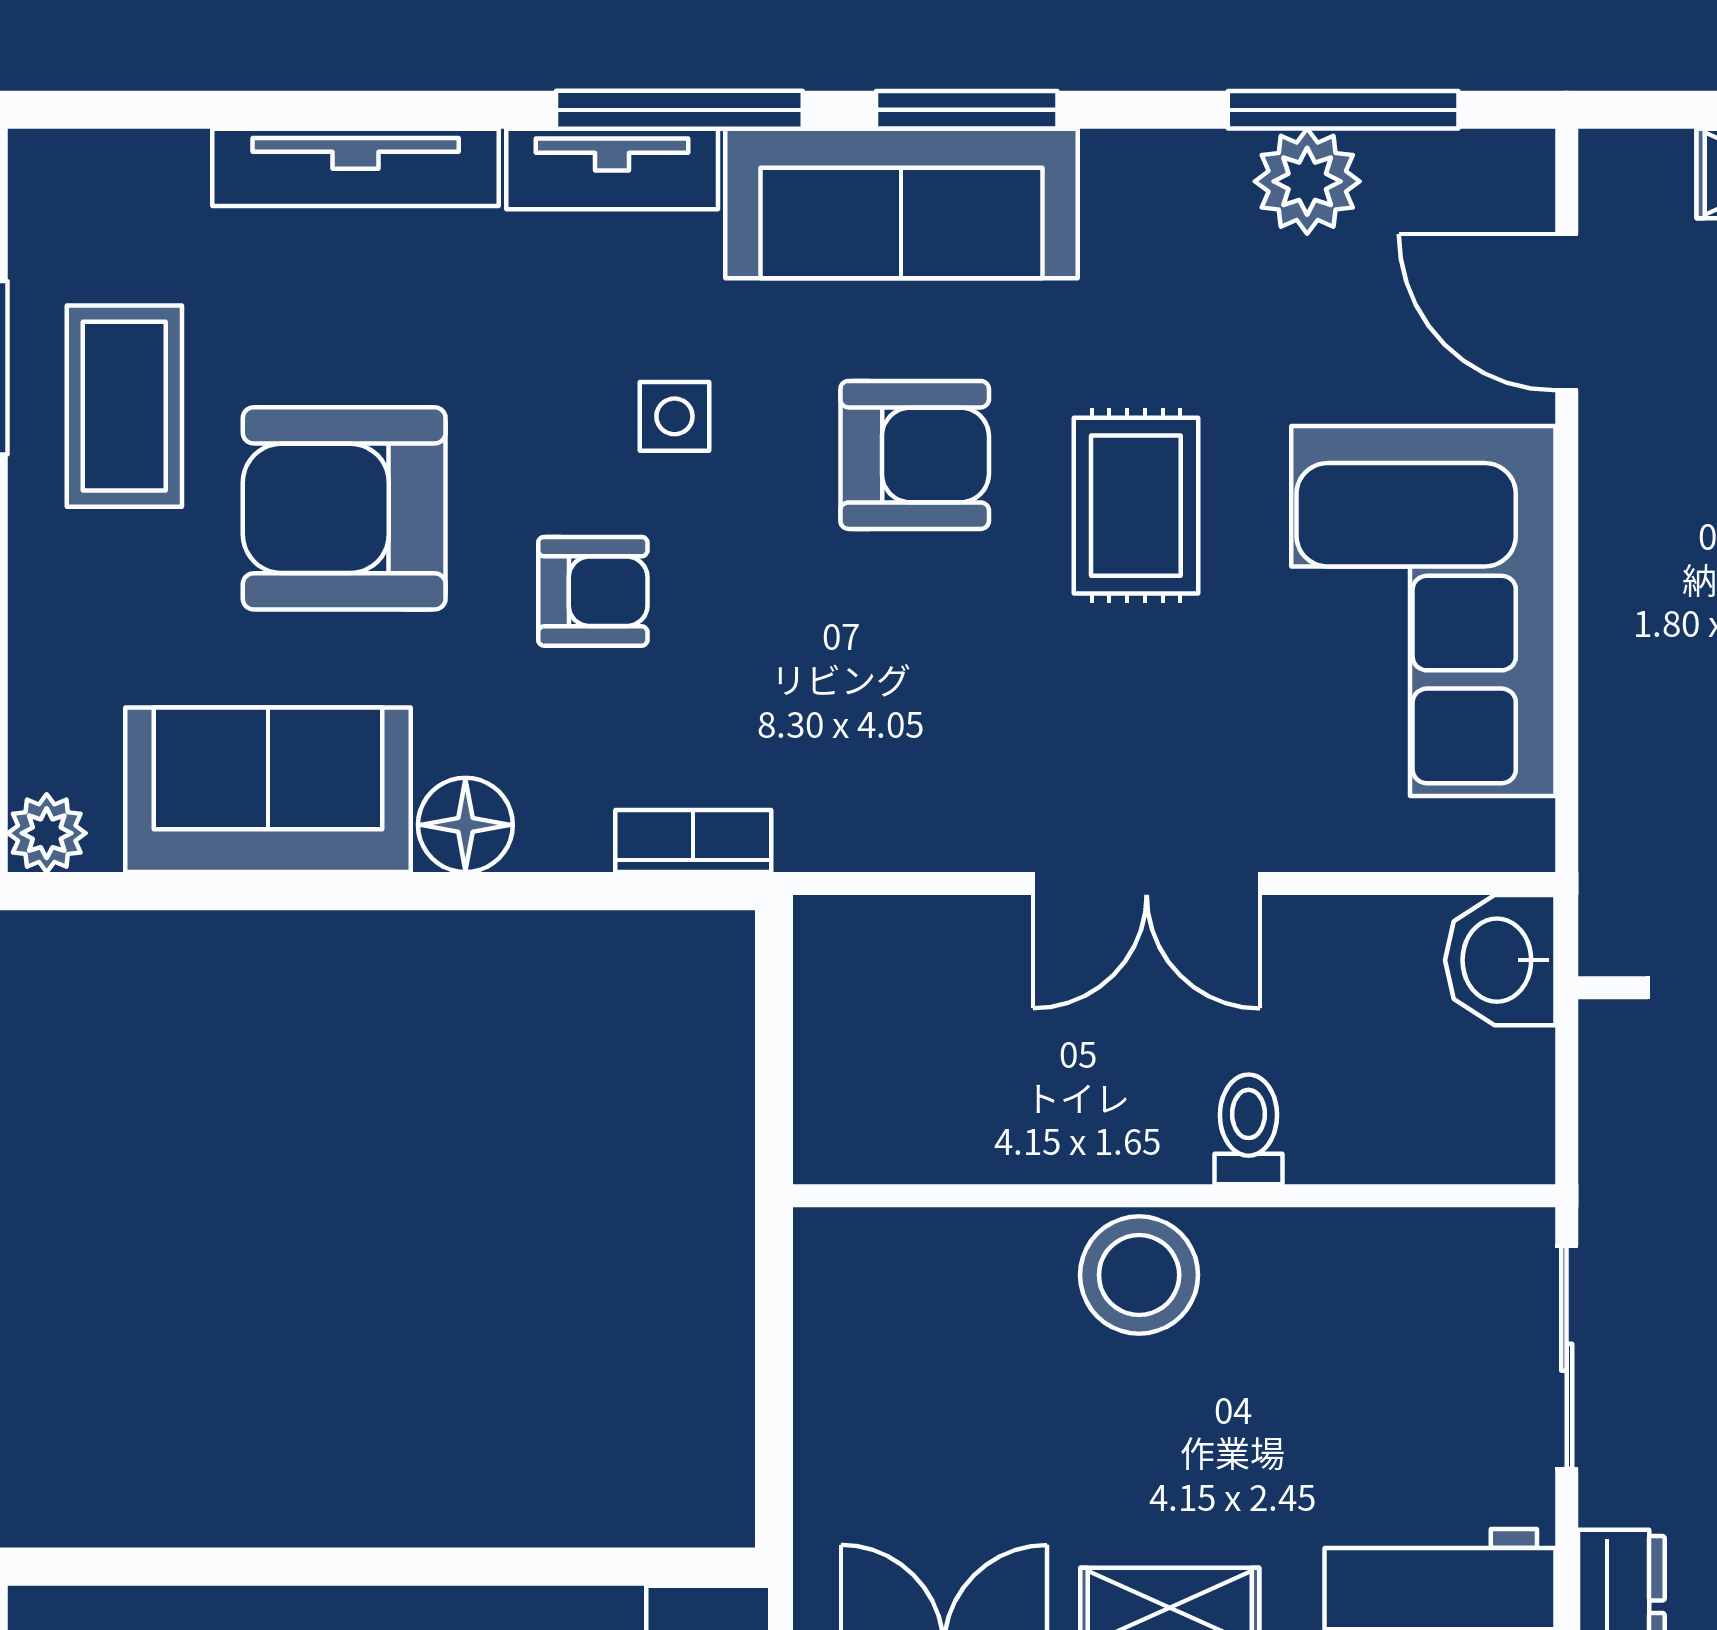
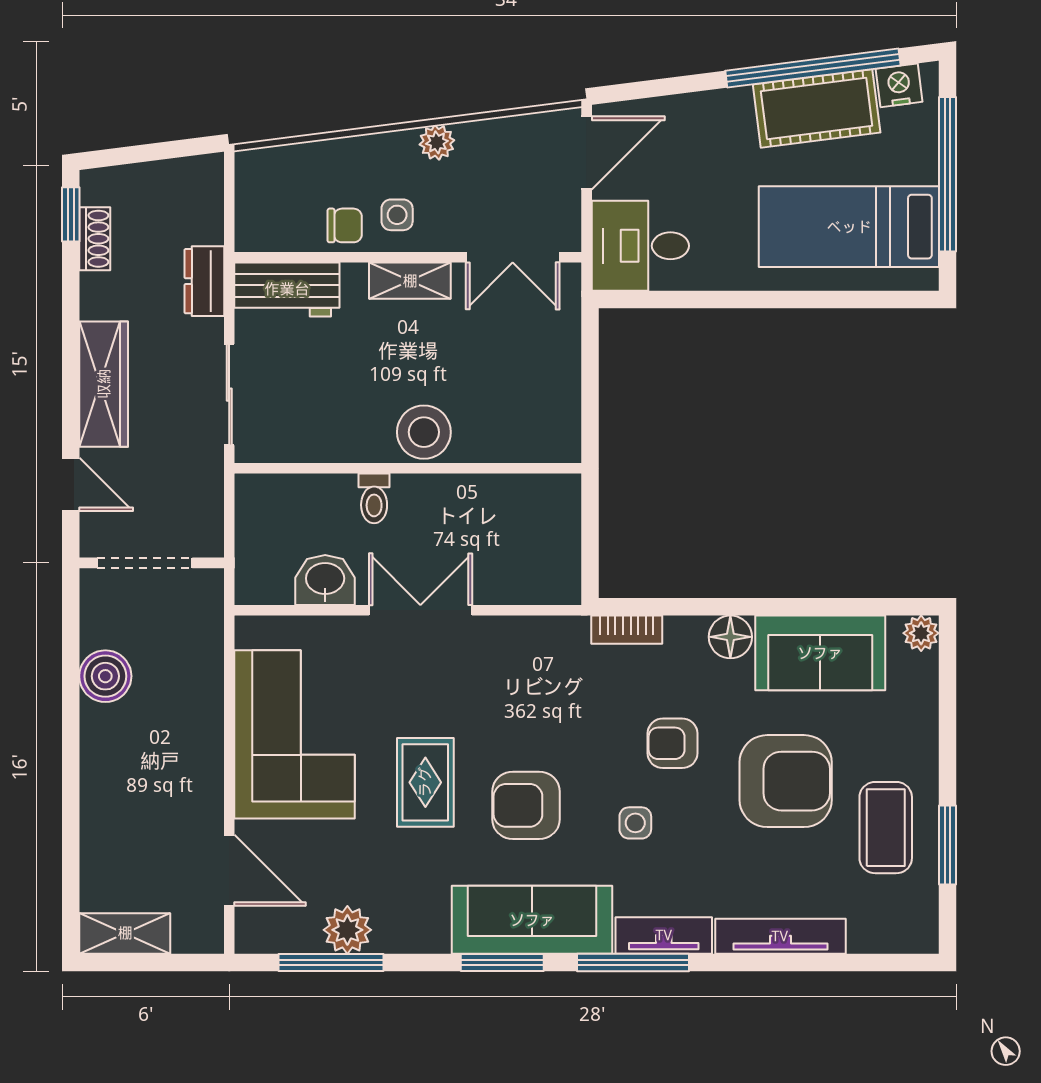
washbasin: (1500, 960) -> (325, 580), moved, turned -90

